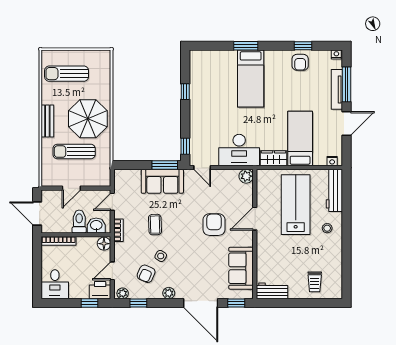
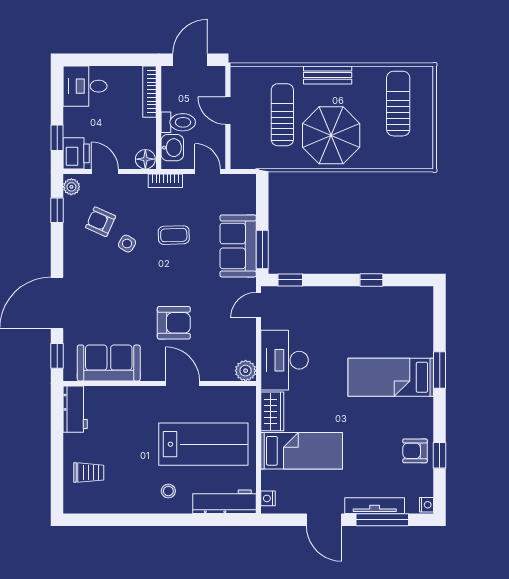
trolley: (315, 282) -> (89, 473), turned 180
plant: (169, 293) -> (72, 256), removed

